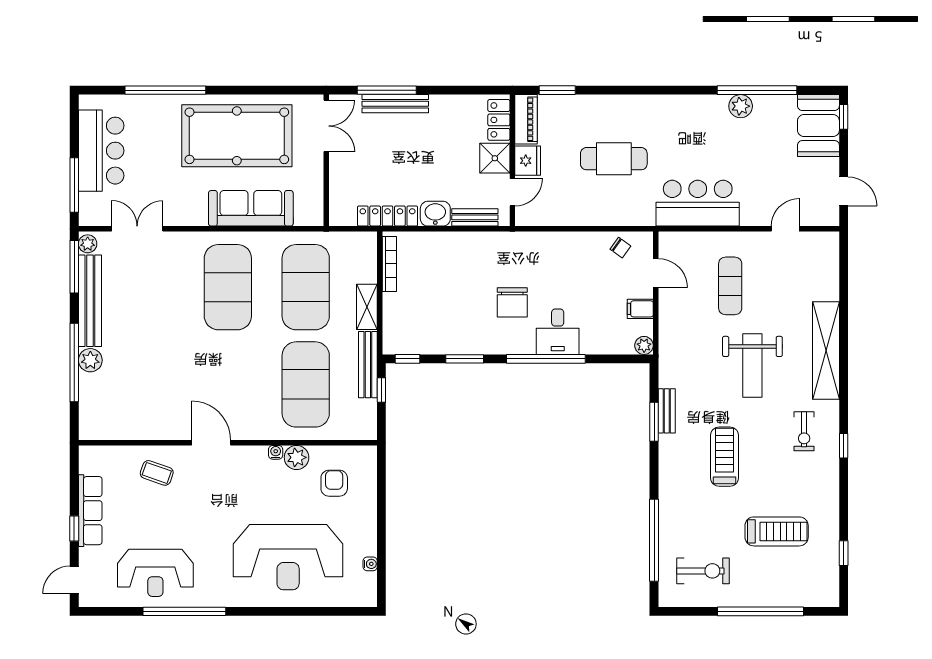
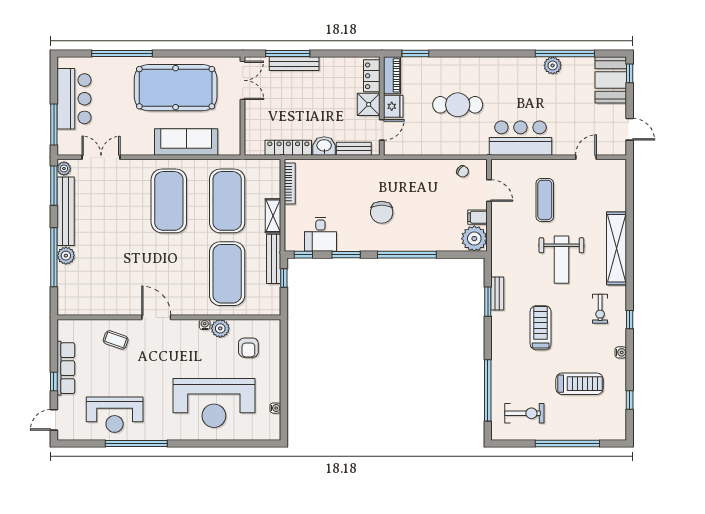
desk: (558, 332) -> (320, 234), moved
plant: (644, 345) -> (474, 239), width x1.87, depth x1.87
armchair: (334, 483) -> (248, 348), turned 180
water cooler: (832, 490) -> (621, 352), added

